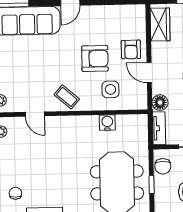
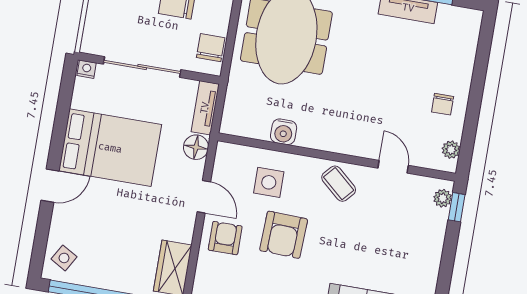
armchair: (95, 59) -> (284, 235), turned -88
window: (152, 185) -> (234, 23), removed
chair: (15, 193) -> (443, 104), moved

